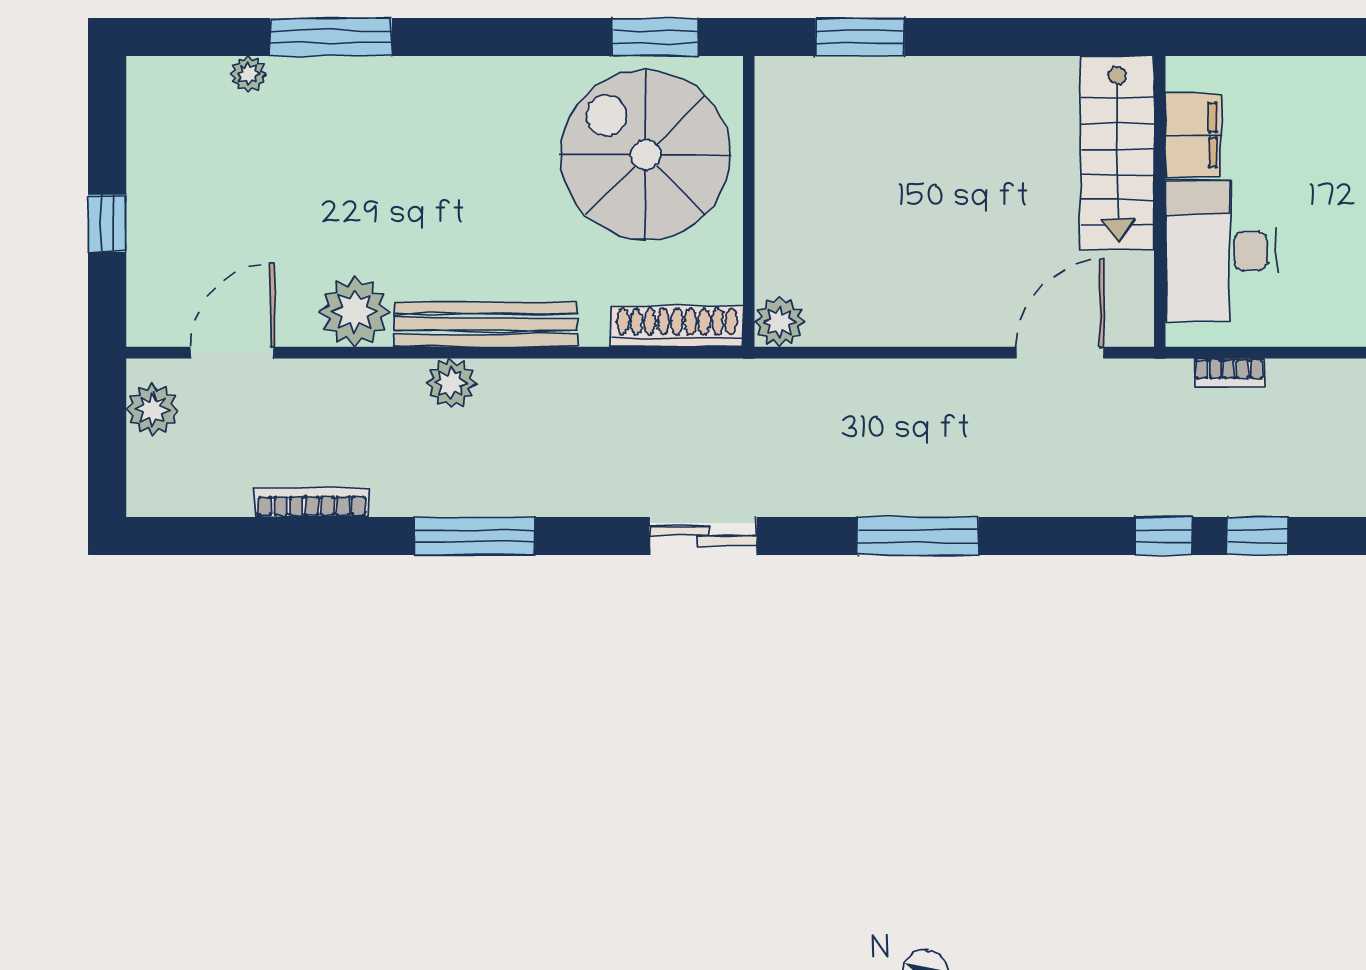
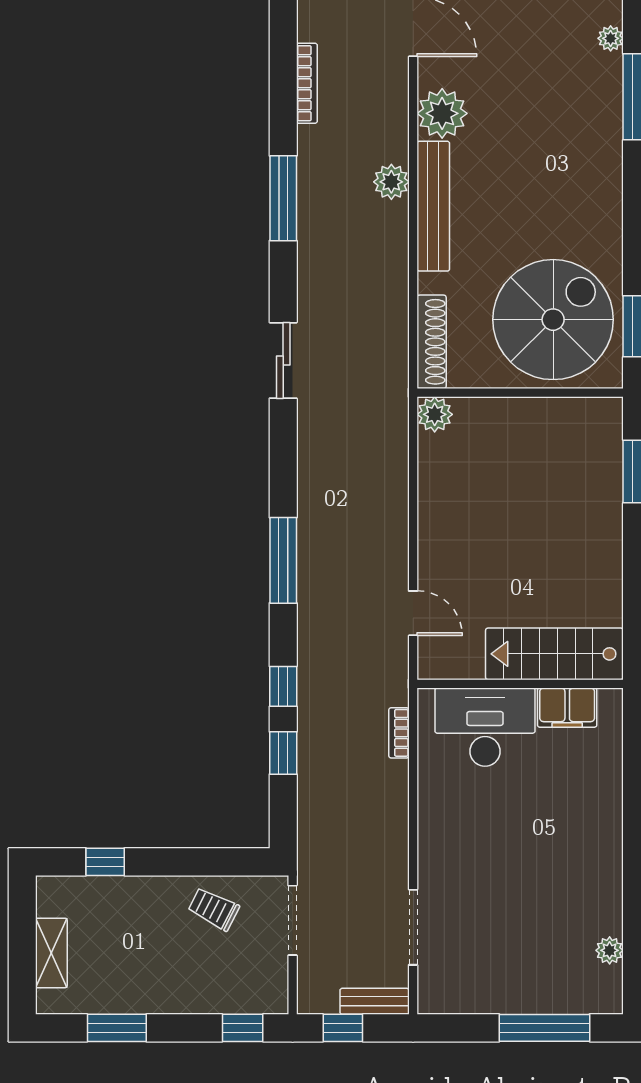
door: (1060, 353) -> (413, 613), width x0.73
window: (918, 536) -> (283, 560), moved

